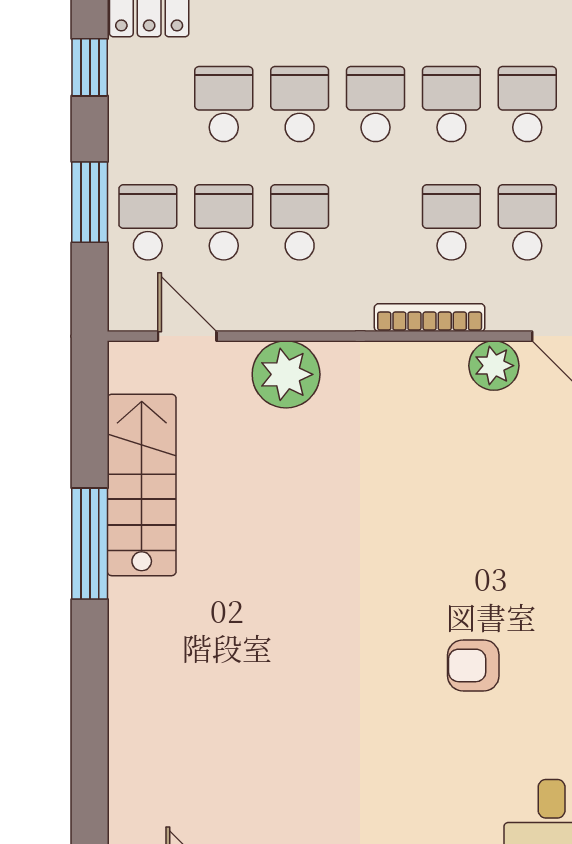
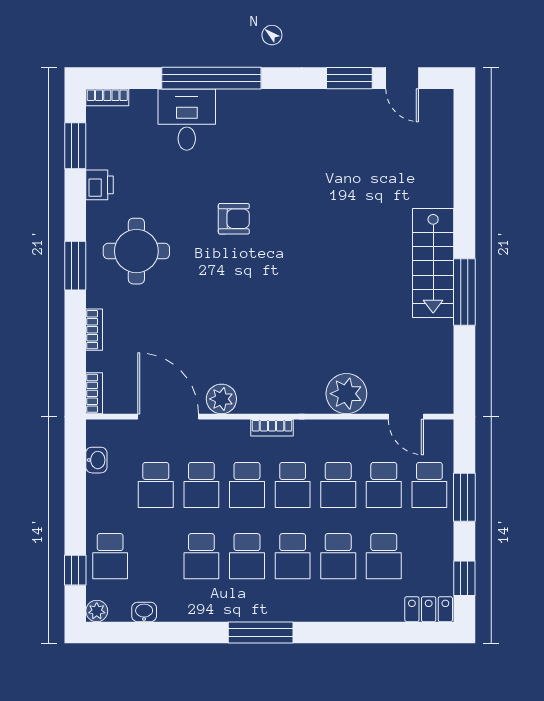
school desk: (376, 222) -> (293, 485), added
bookcase: (430, 318) -> (272, 428), width x0.64
stairs: (142, 485) -> (433, 263), moved

